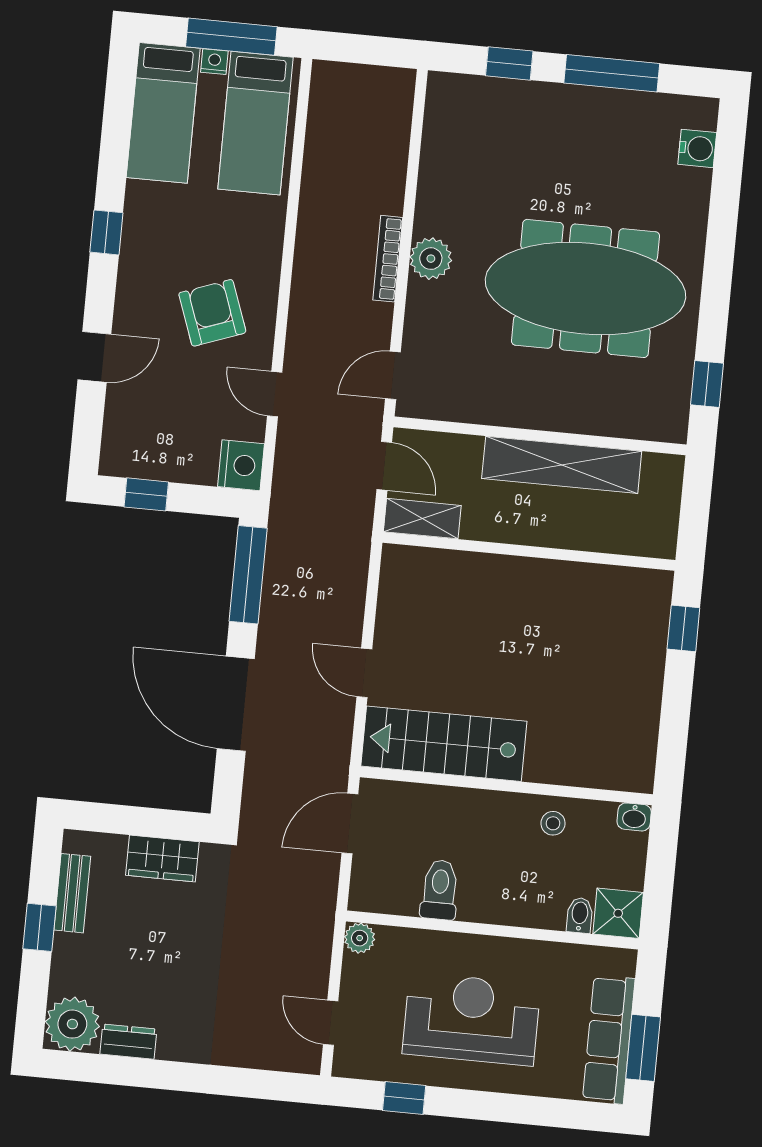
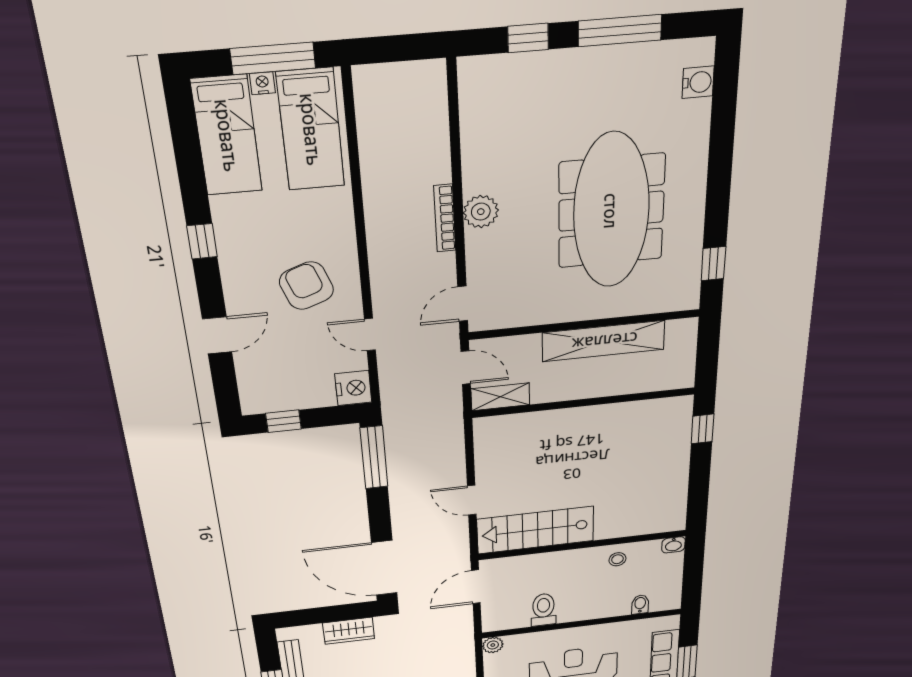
meeting table: (585, 288) -> (611, 211), turned 90
door: (236, 704) -> (384, 568), moved
shower: (618, 913) -> (666, 598), removed

